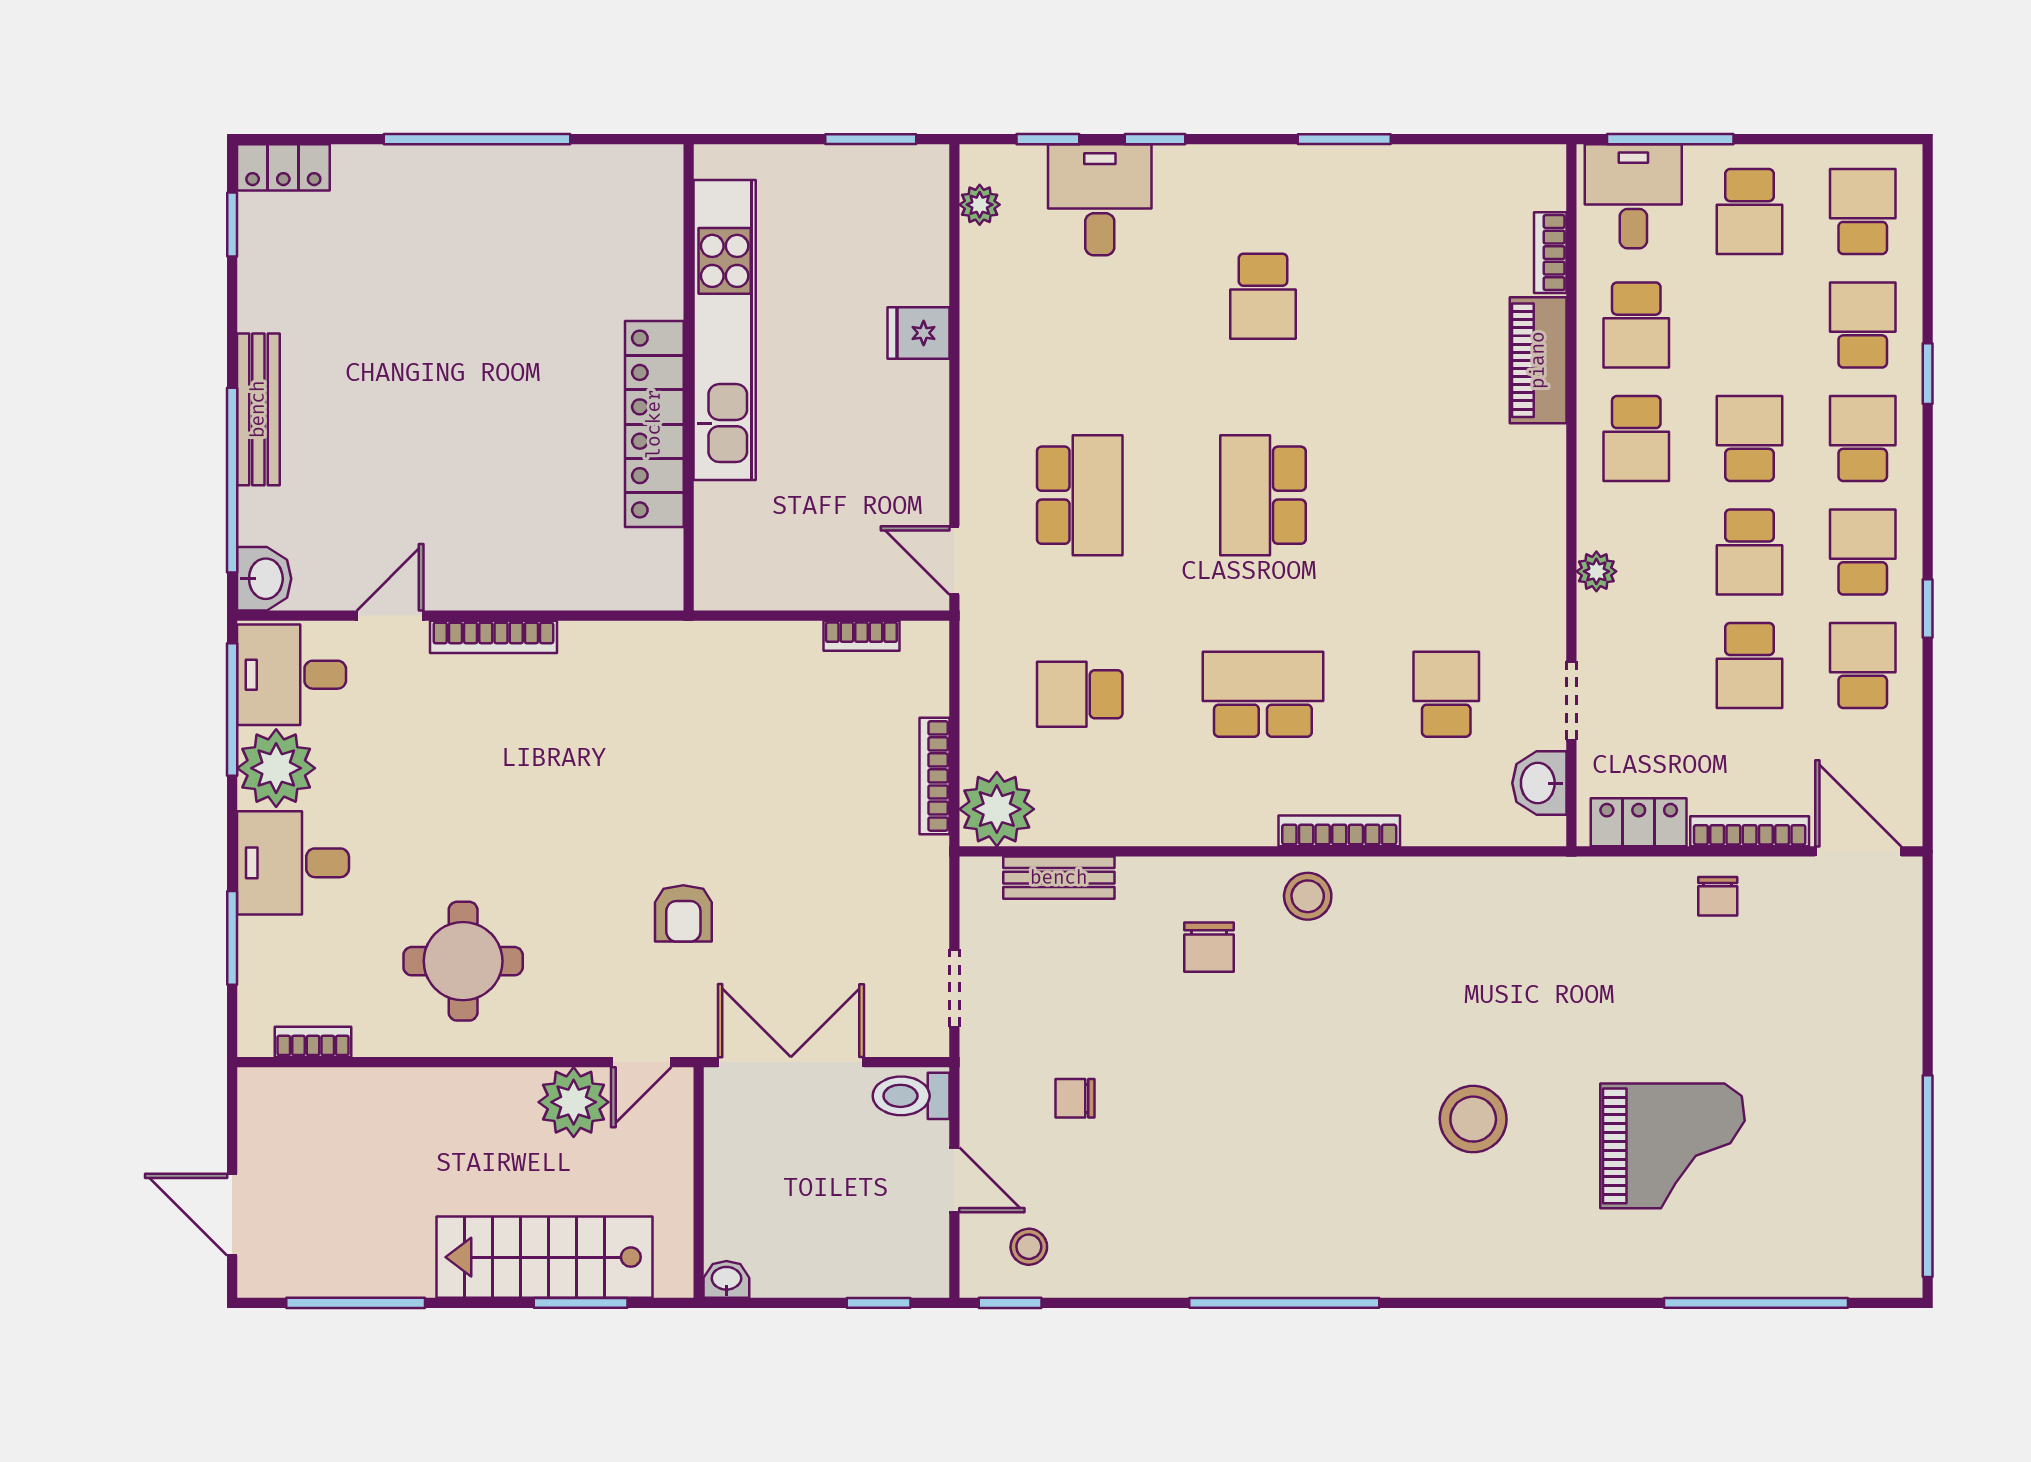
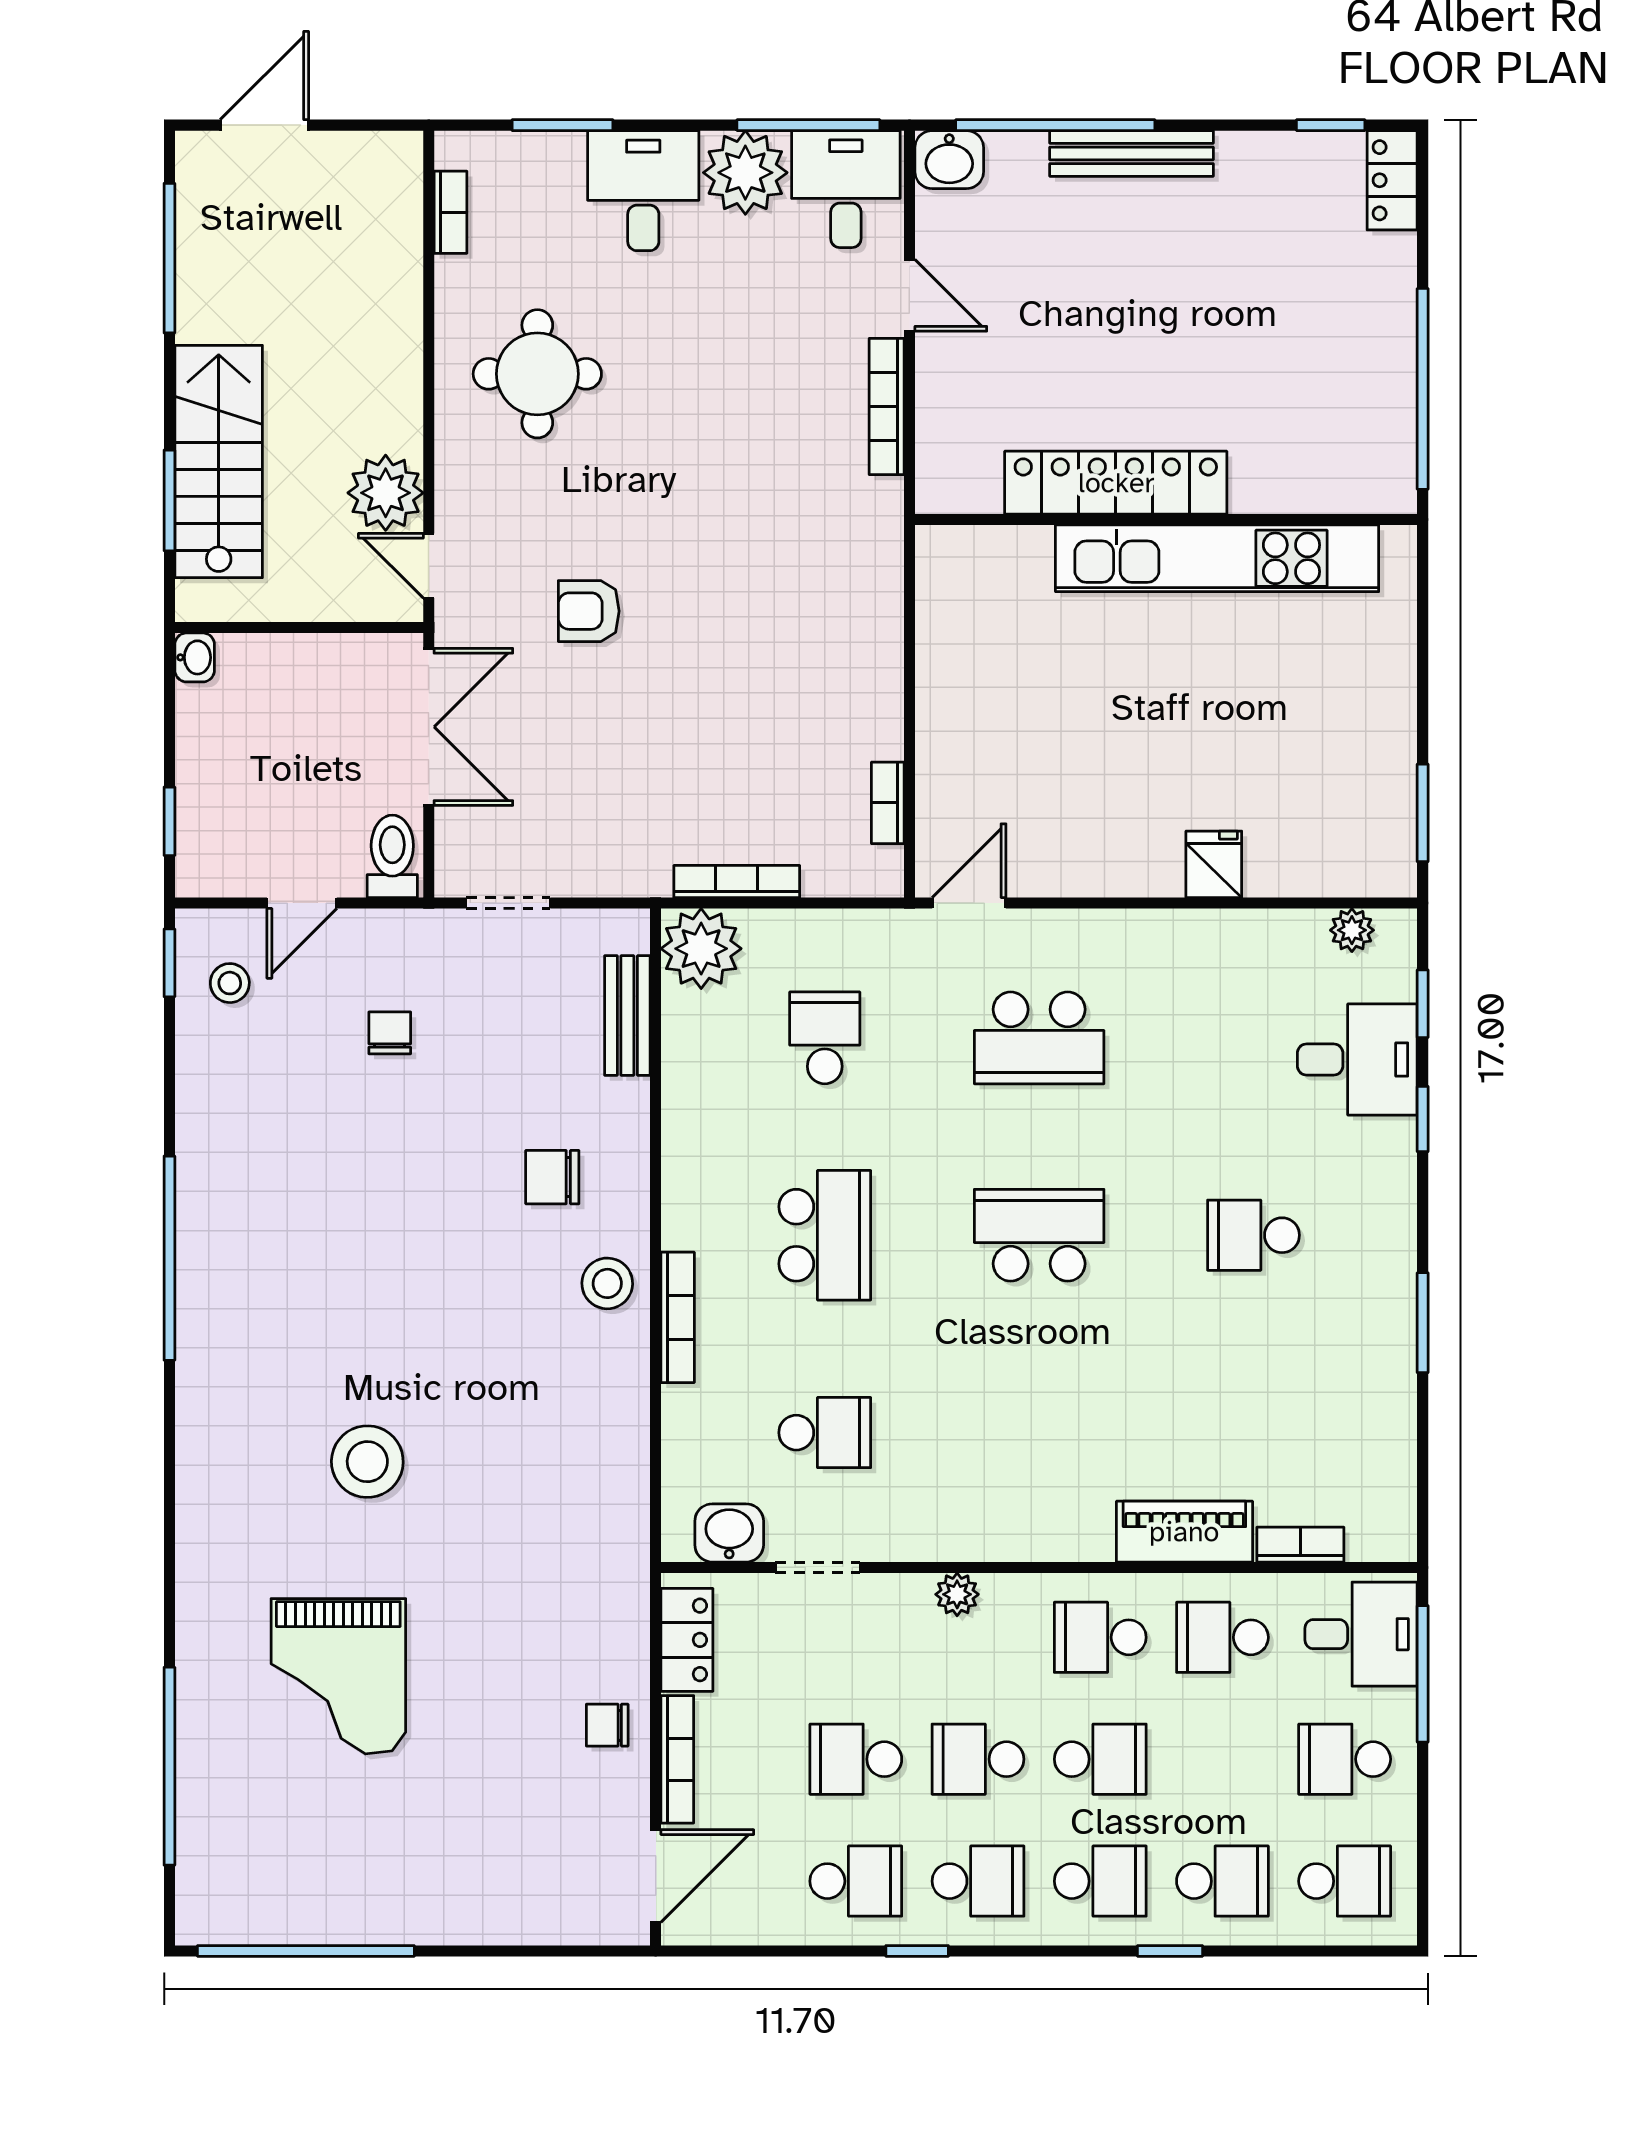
kitchen unit: (725, 330) -> (1217, 558), moved
wall: (689, 377) -> (1166, 519), moved
locker: (654, 424) -> (1116, 483), moved

